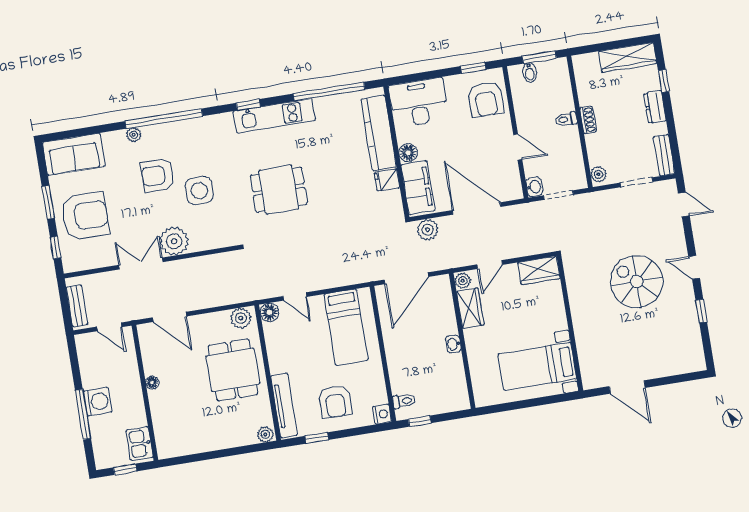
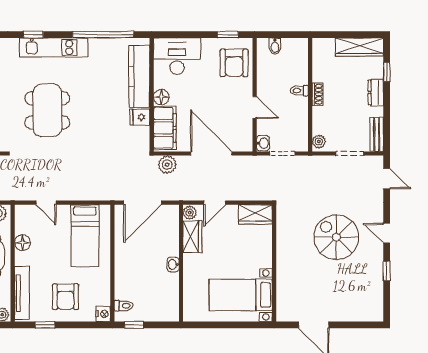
window: (539, 57) -> (285, 35), removed
dining table: (279, 190) -> (47, 110), width x1.38
floor lamp: (270, 312) -> (23, 243), moved

